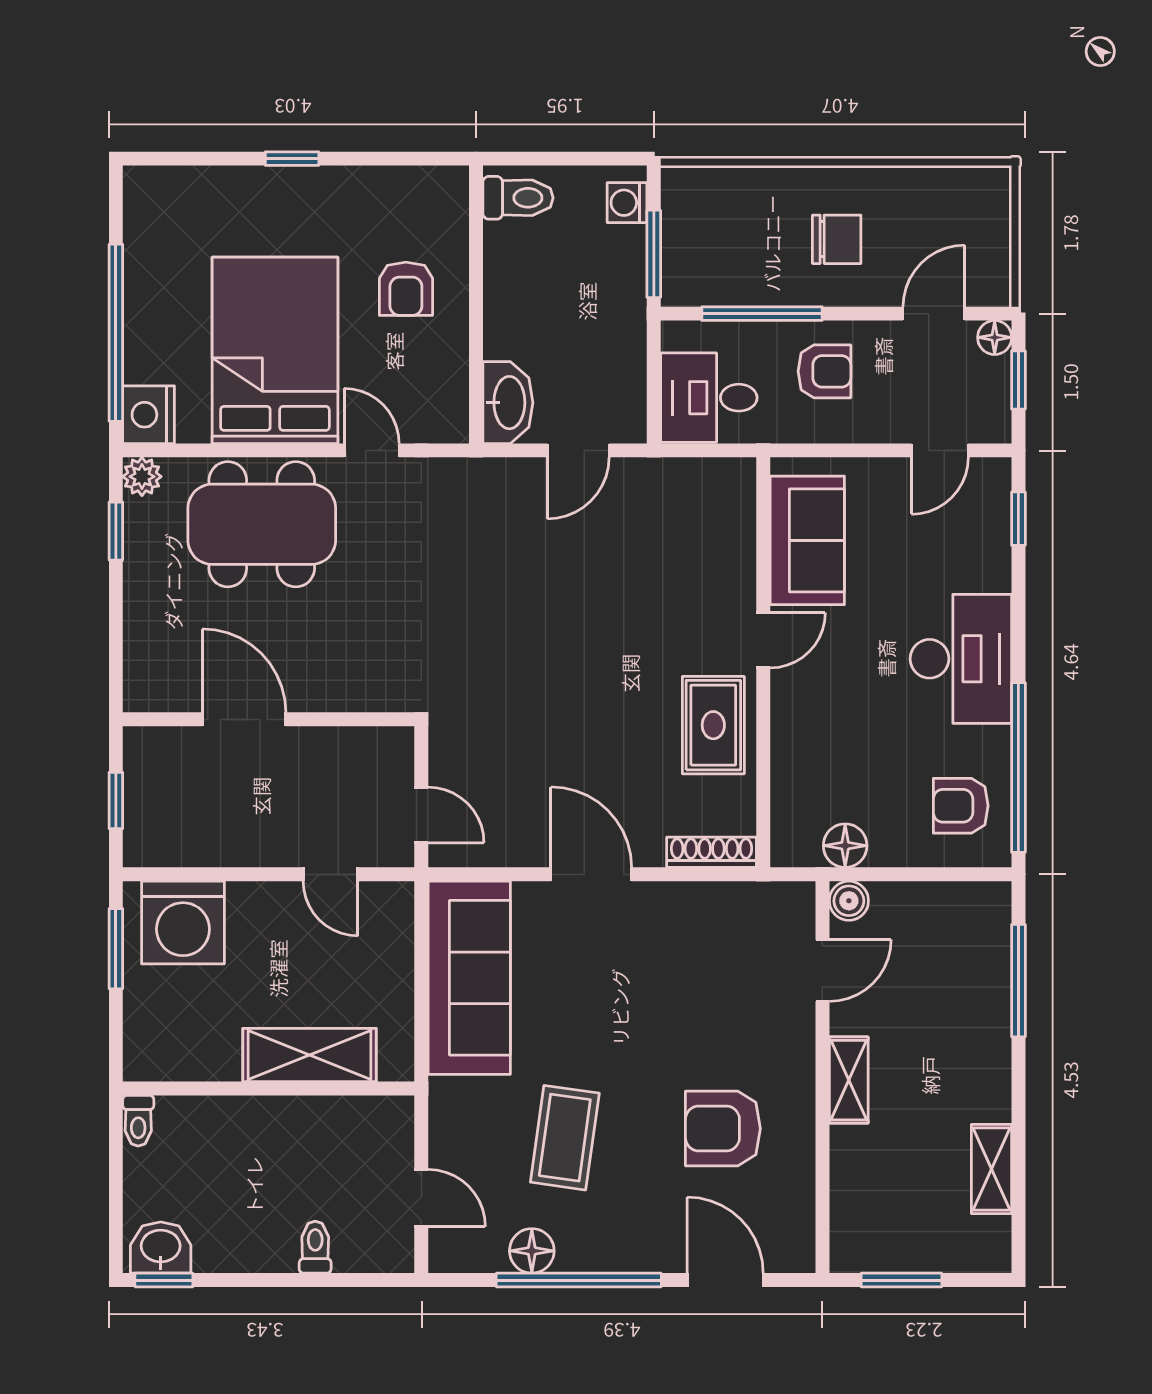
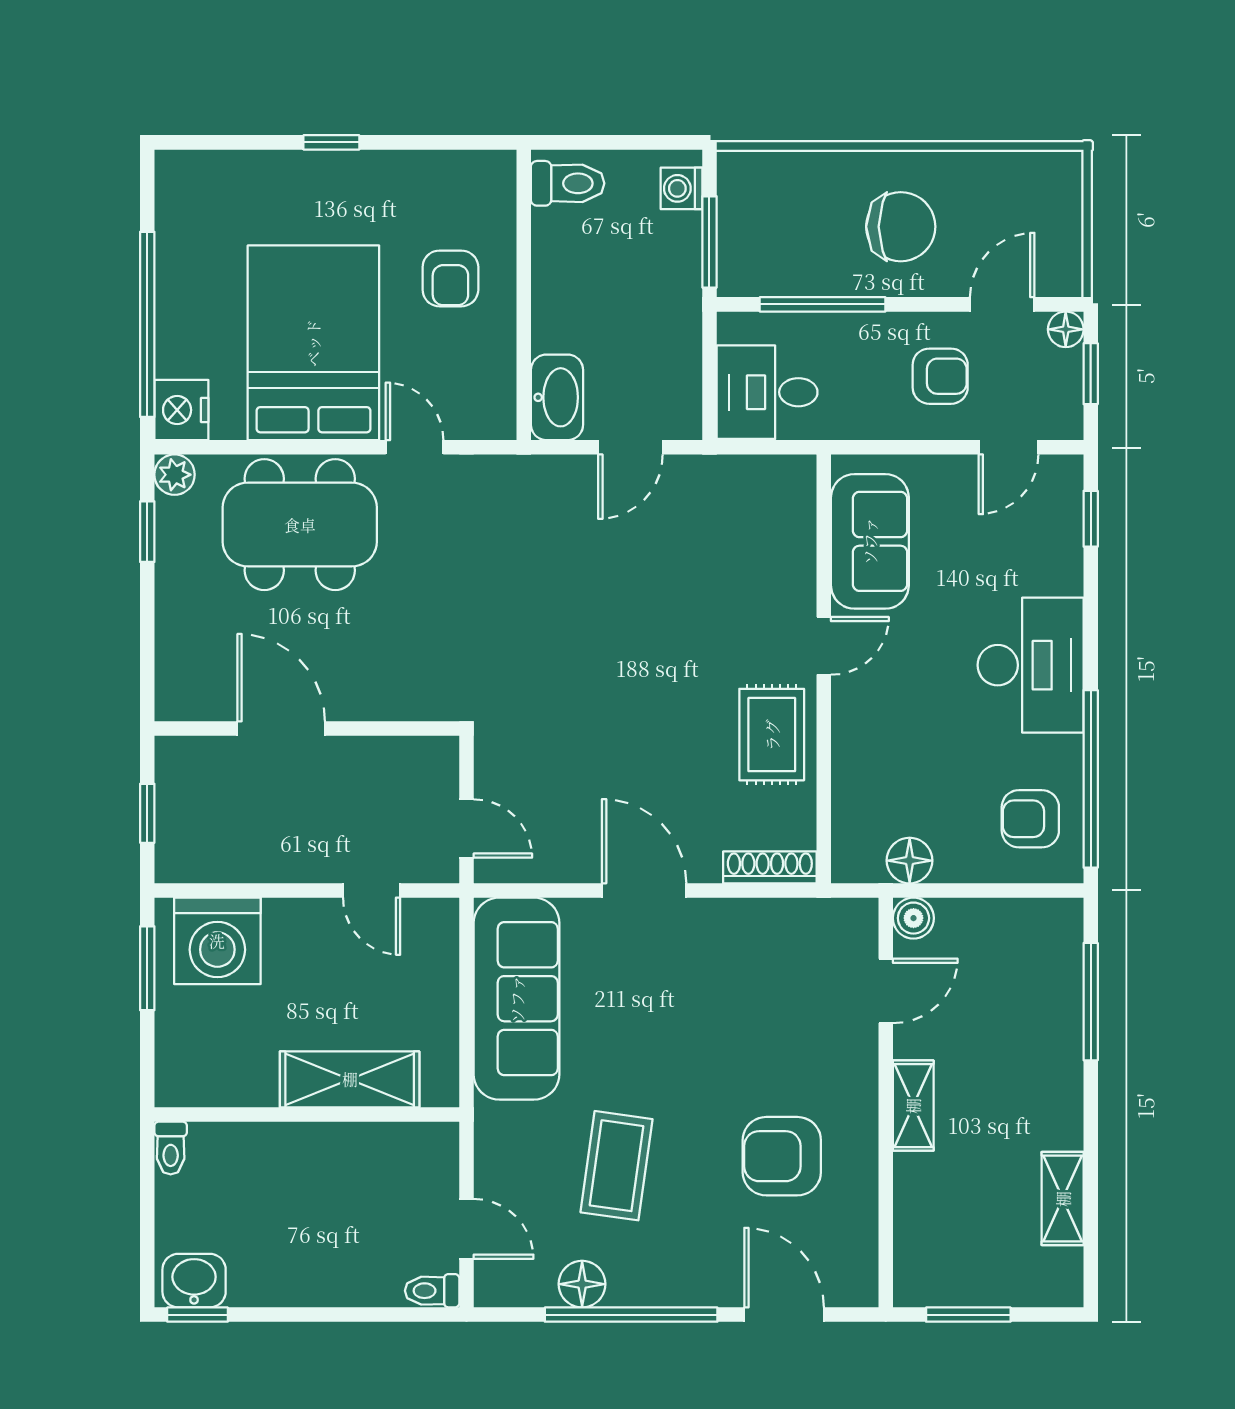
chair: (837, 239) -> (901, 227), width x1.37, depth x1.37
armchair: (824, 371) -> (940, 376), moved
toilet: (315, 1247) -> (432, 1291), moved, turned -90

